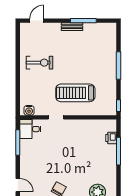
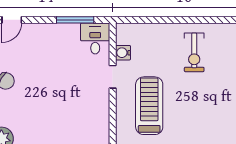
water cooler: (29, 110) -> (123, 53), moved

